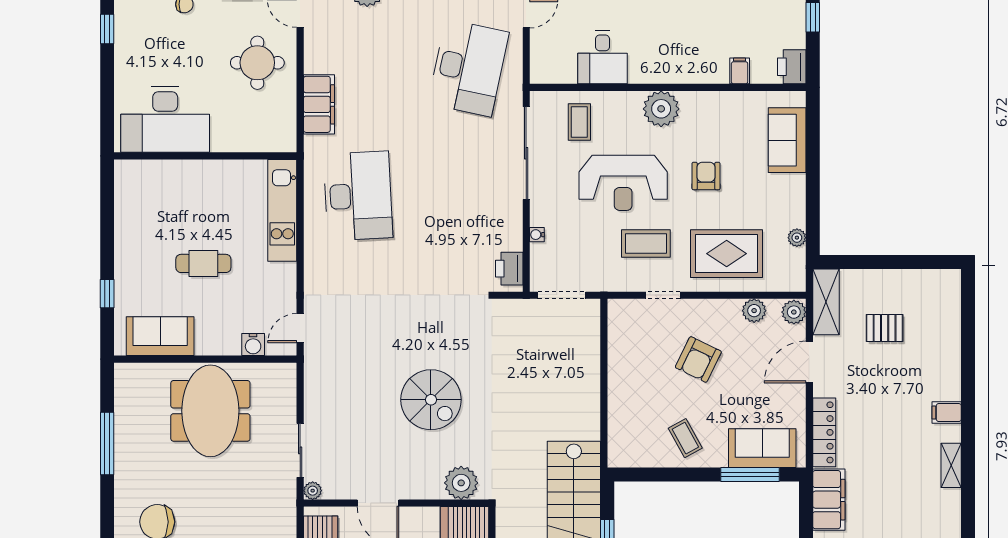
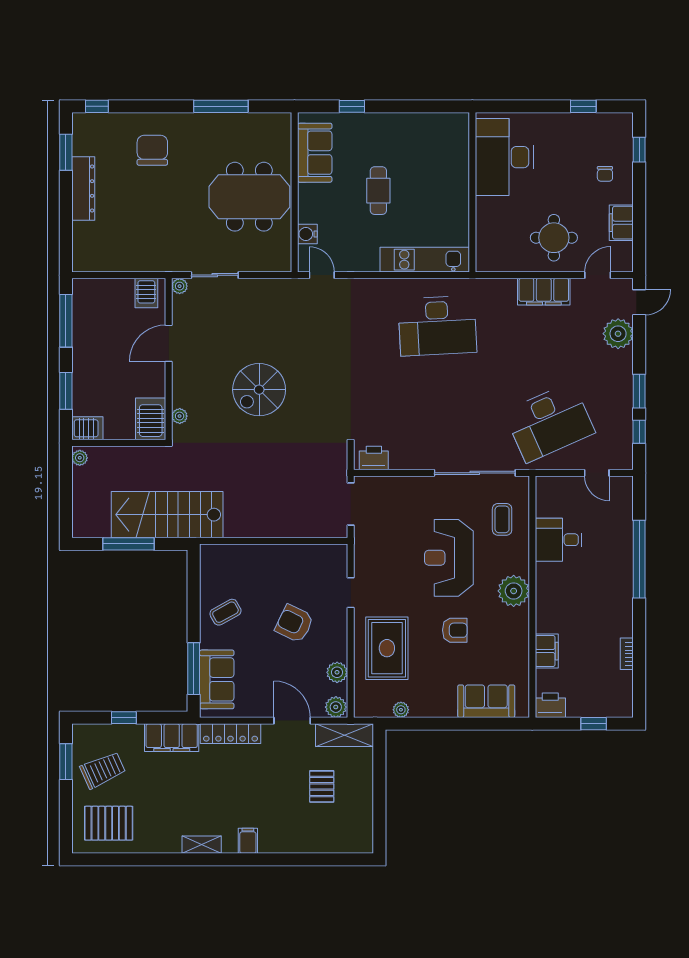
desk: (468, 68) -> (549, 422), turned -36
filing cabinet: (740, 71) -> (547, 651), width x2.00
filing cabinet: (319, 104) -> (544, 292), moved
coffee table: (579, 122) -> (502, 519), turned 90
water cooler: (537, 235) -> (404, 482), removed
coffee table: (646, 244) -> (396, 578), removed
plant: (461, 483) -> (180, 416), width x0.53, depth x0.53

